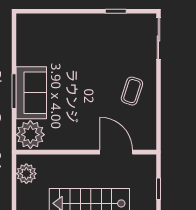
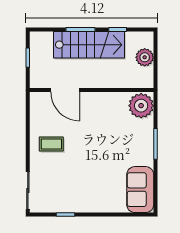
coffee table: (132, 91) -> (51, 144), turned 72
sofa: (31, 93) -> (140, 190), moved
plant: (26, 174) -> (145, 57), moved

